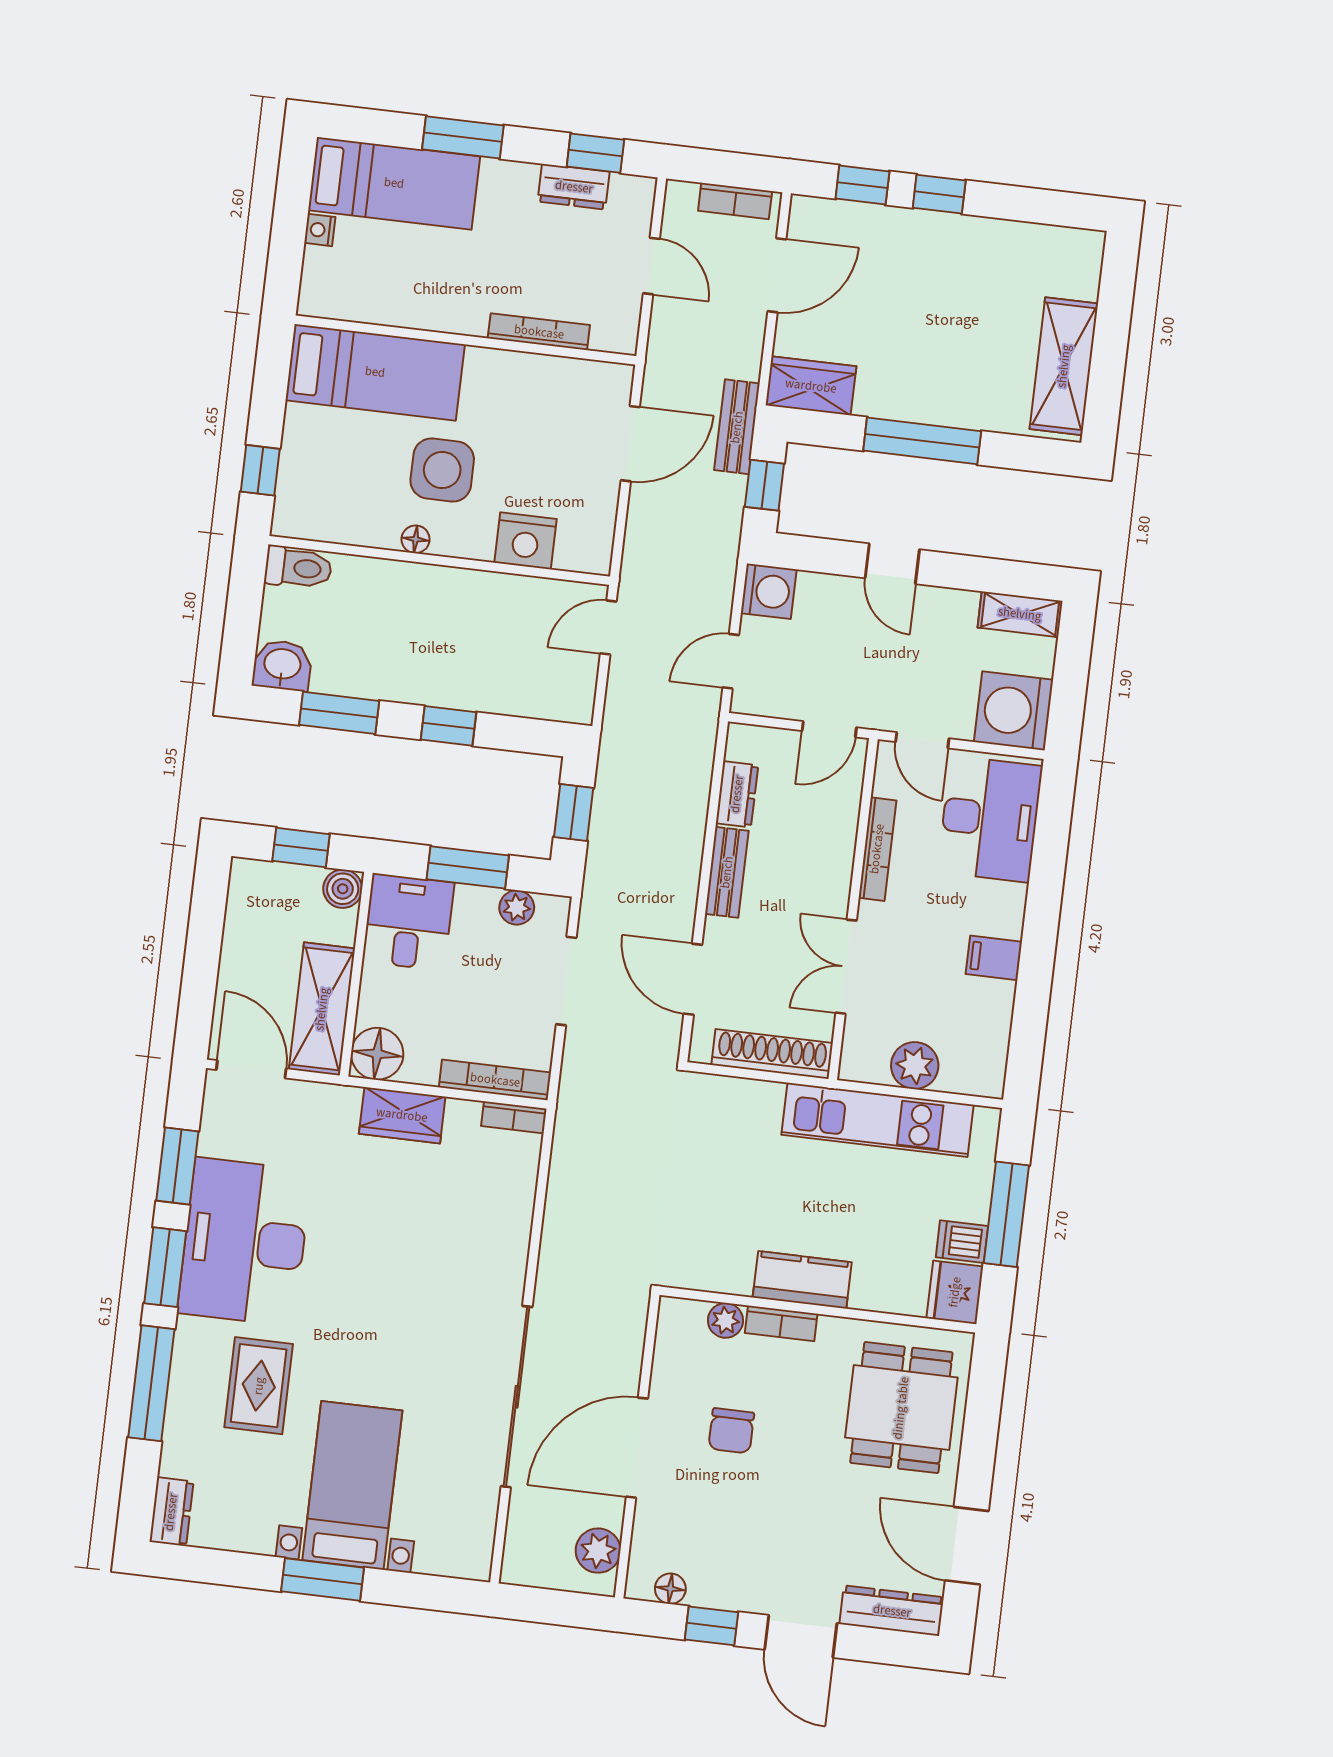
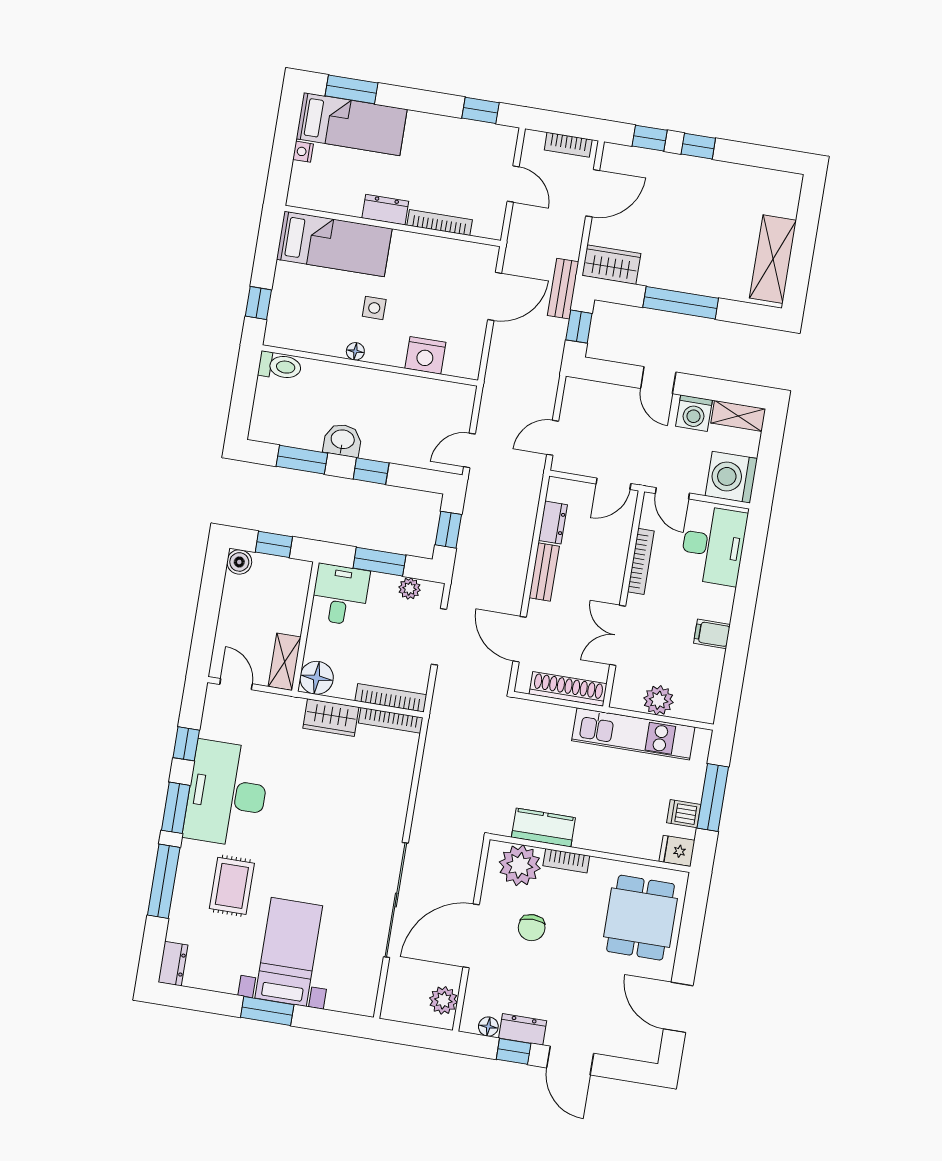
window: (463, 137) -> (352, 89), moved
dresser: (574, 187) -> (385, 210), moved, turned 180
side table: (442, 470) -> (374, 308), width x0.54, depth x0.54
washing machine: (769, 591) -> (694, 413), moved, turned 90
door: (608, 628) -> (469, 450), moved
washbasin: (282, 665) -> (343, 440), moved
boiler: (343, 889) -> (239, 562), moved
shelving: (322, 1009) -> (285, 662), width x0.67, depth x0.75
door: (251, 1069) -> (236, 684), width x0.73
bookcase: (514, 1117) -> (391, 720), width x1.56
window: (177, 1166) -> (186, 744), width x0.67
kitchen counter: (802, 1280) -> (543, 827), moved
fridge: (955, 1292) -> (677, 851), width x0.72
plant: (725, 1320) -> (520, 865), width x1.88, depth x1.88
dresser: (892, 1611) -> (523, 1029), moved, width x0.70

